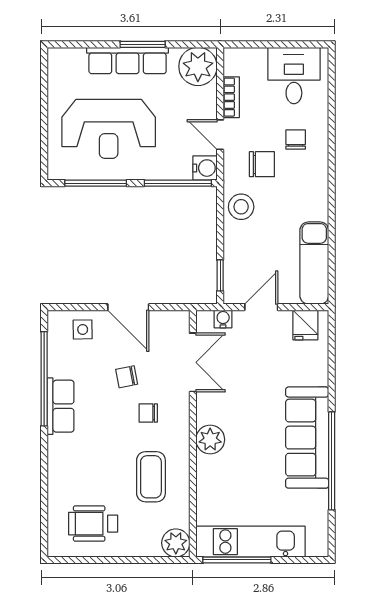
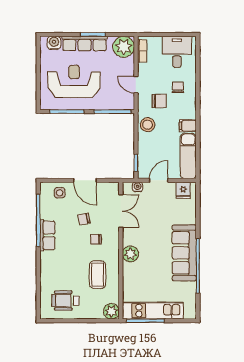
bookcase: (231, 97) -> (142, 51), moved
reception desk: (109, 129) -> (74, 81), turned 180
water cooler: (205, 168) -> (54, 43), moved, turned -90
filing cabinet: (314, 209) -> (188, 126), added

